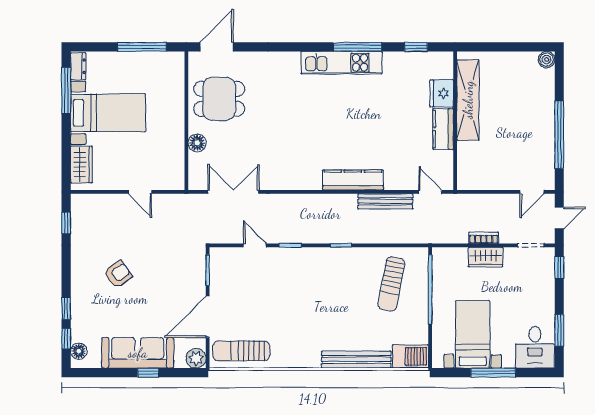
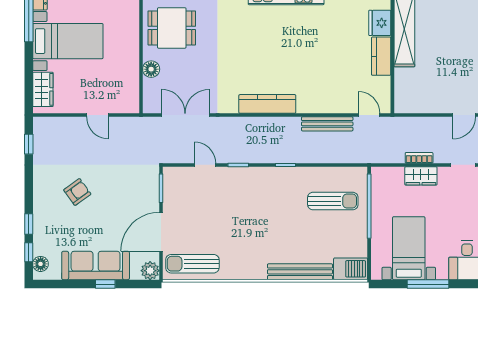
kitchen counter: (353, 180) -> (267, 104), moved
sun lounger: (391, 284) -> (333, 201), turned -101

